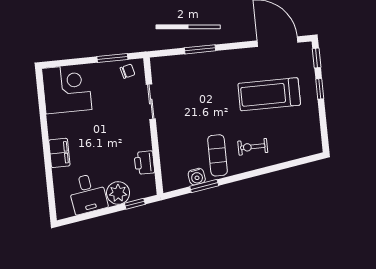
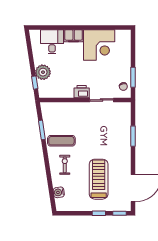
corner desk: (67, 89) -> (99, 45), moved
printer: (144, 163) -> (82, 92), moved
water cooler: (197, 177) -> (59, 192), moved
desk: (88, 194) -> (52, 42), moved, turned 99

